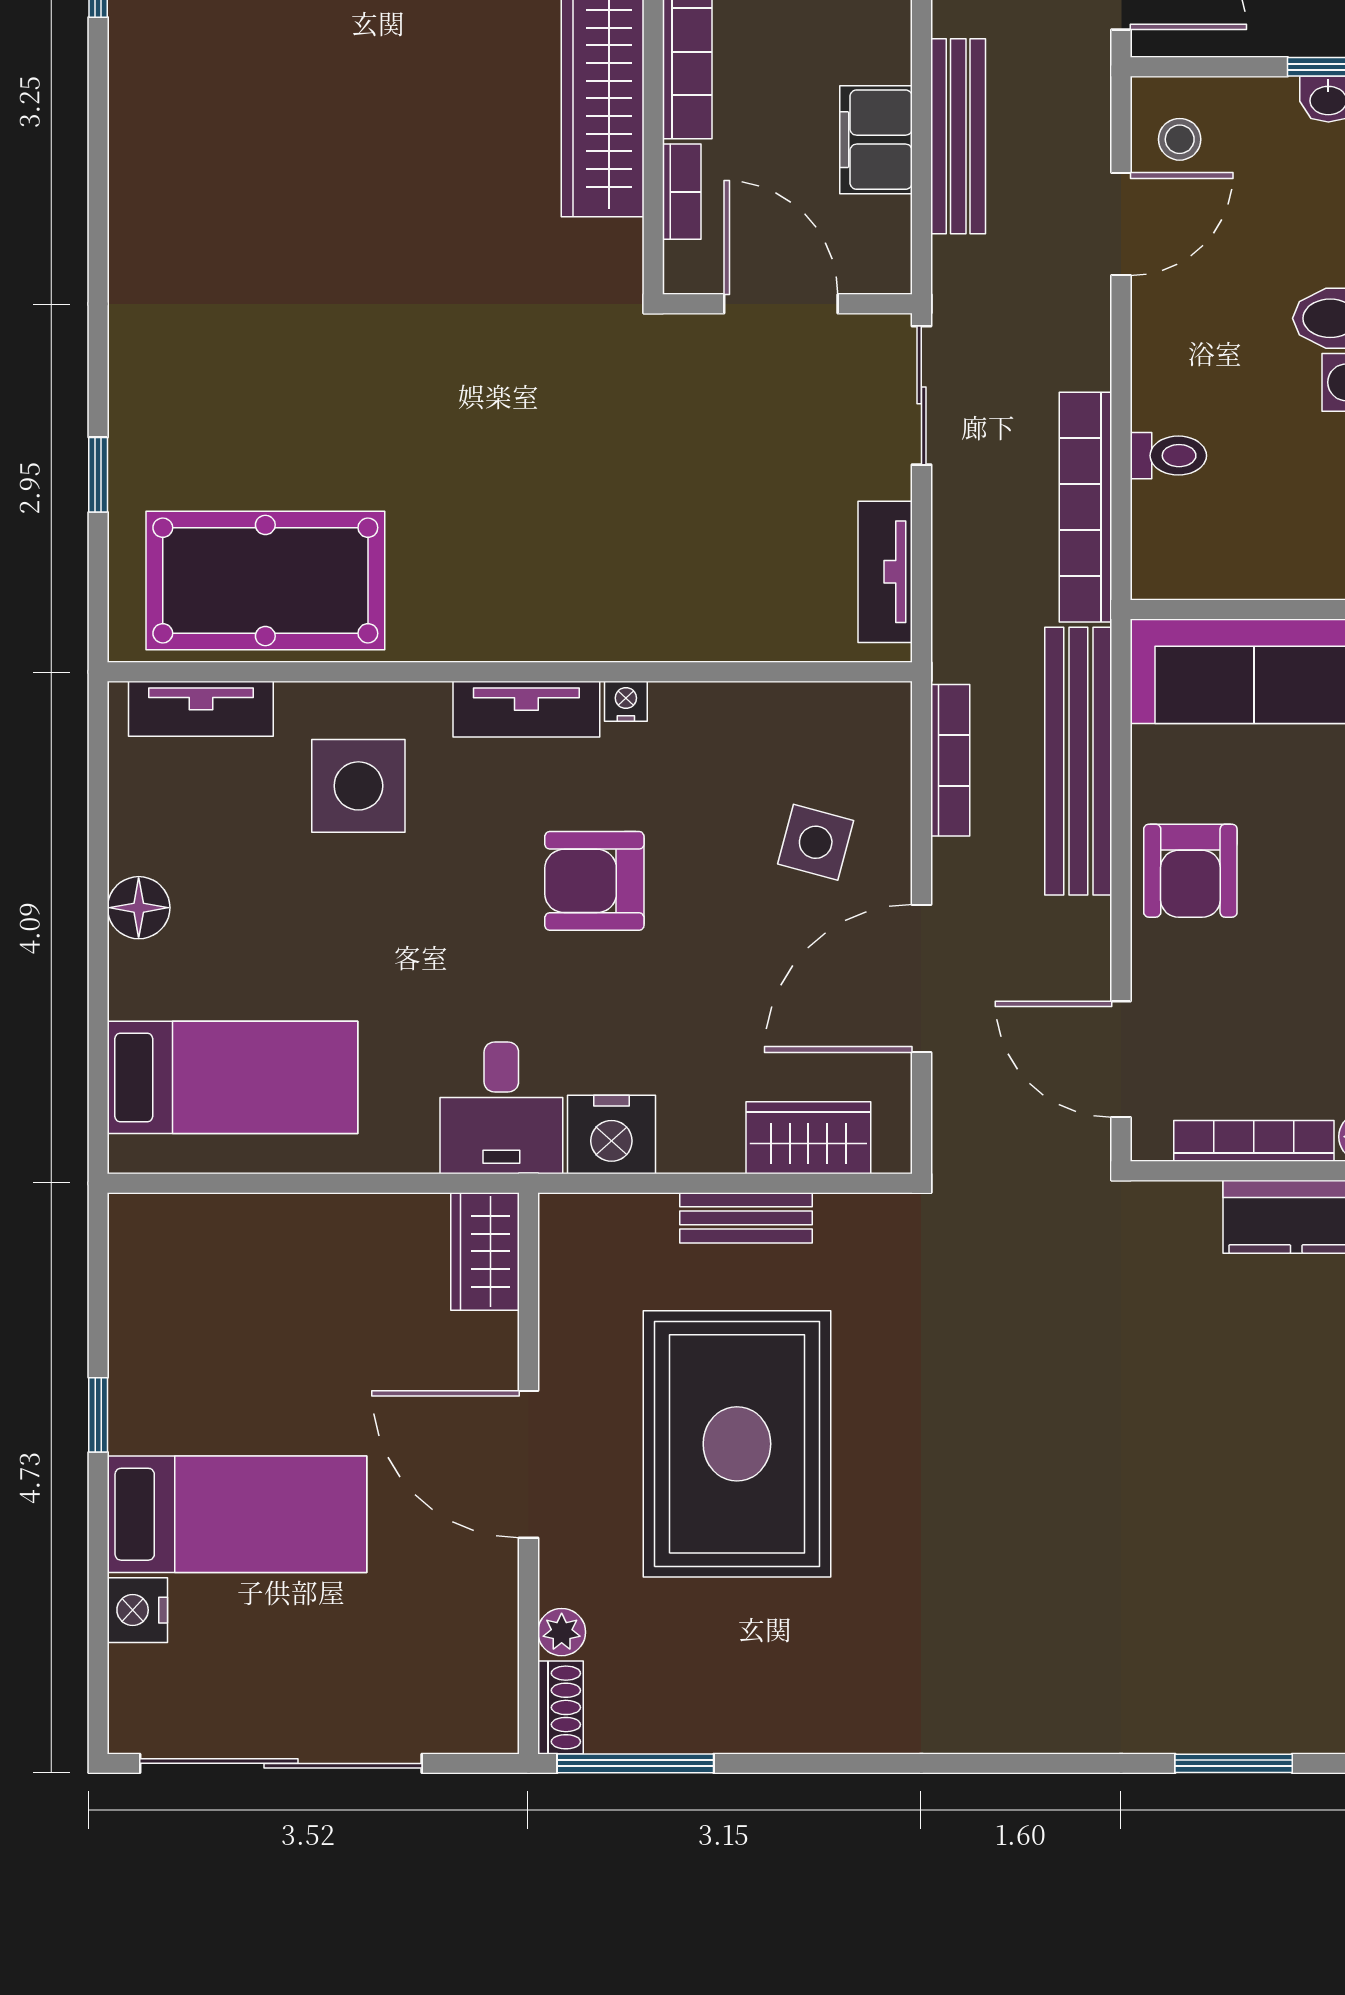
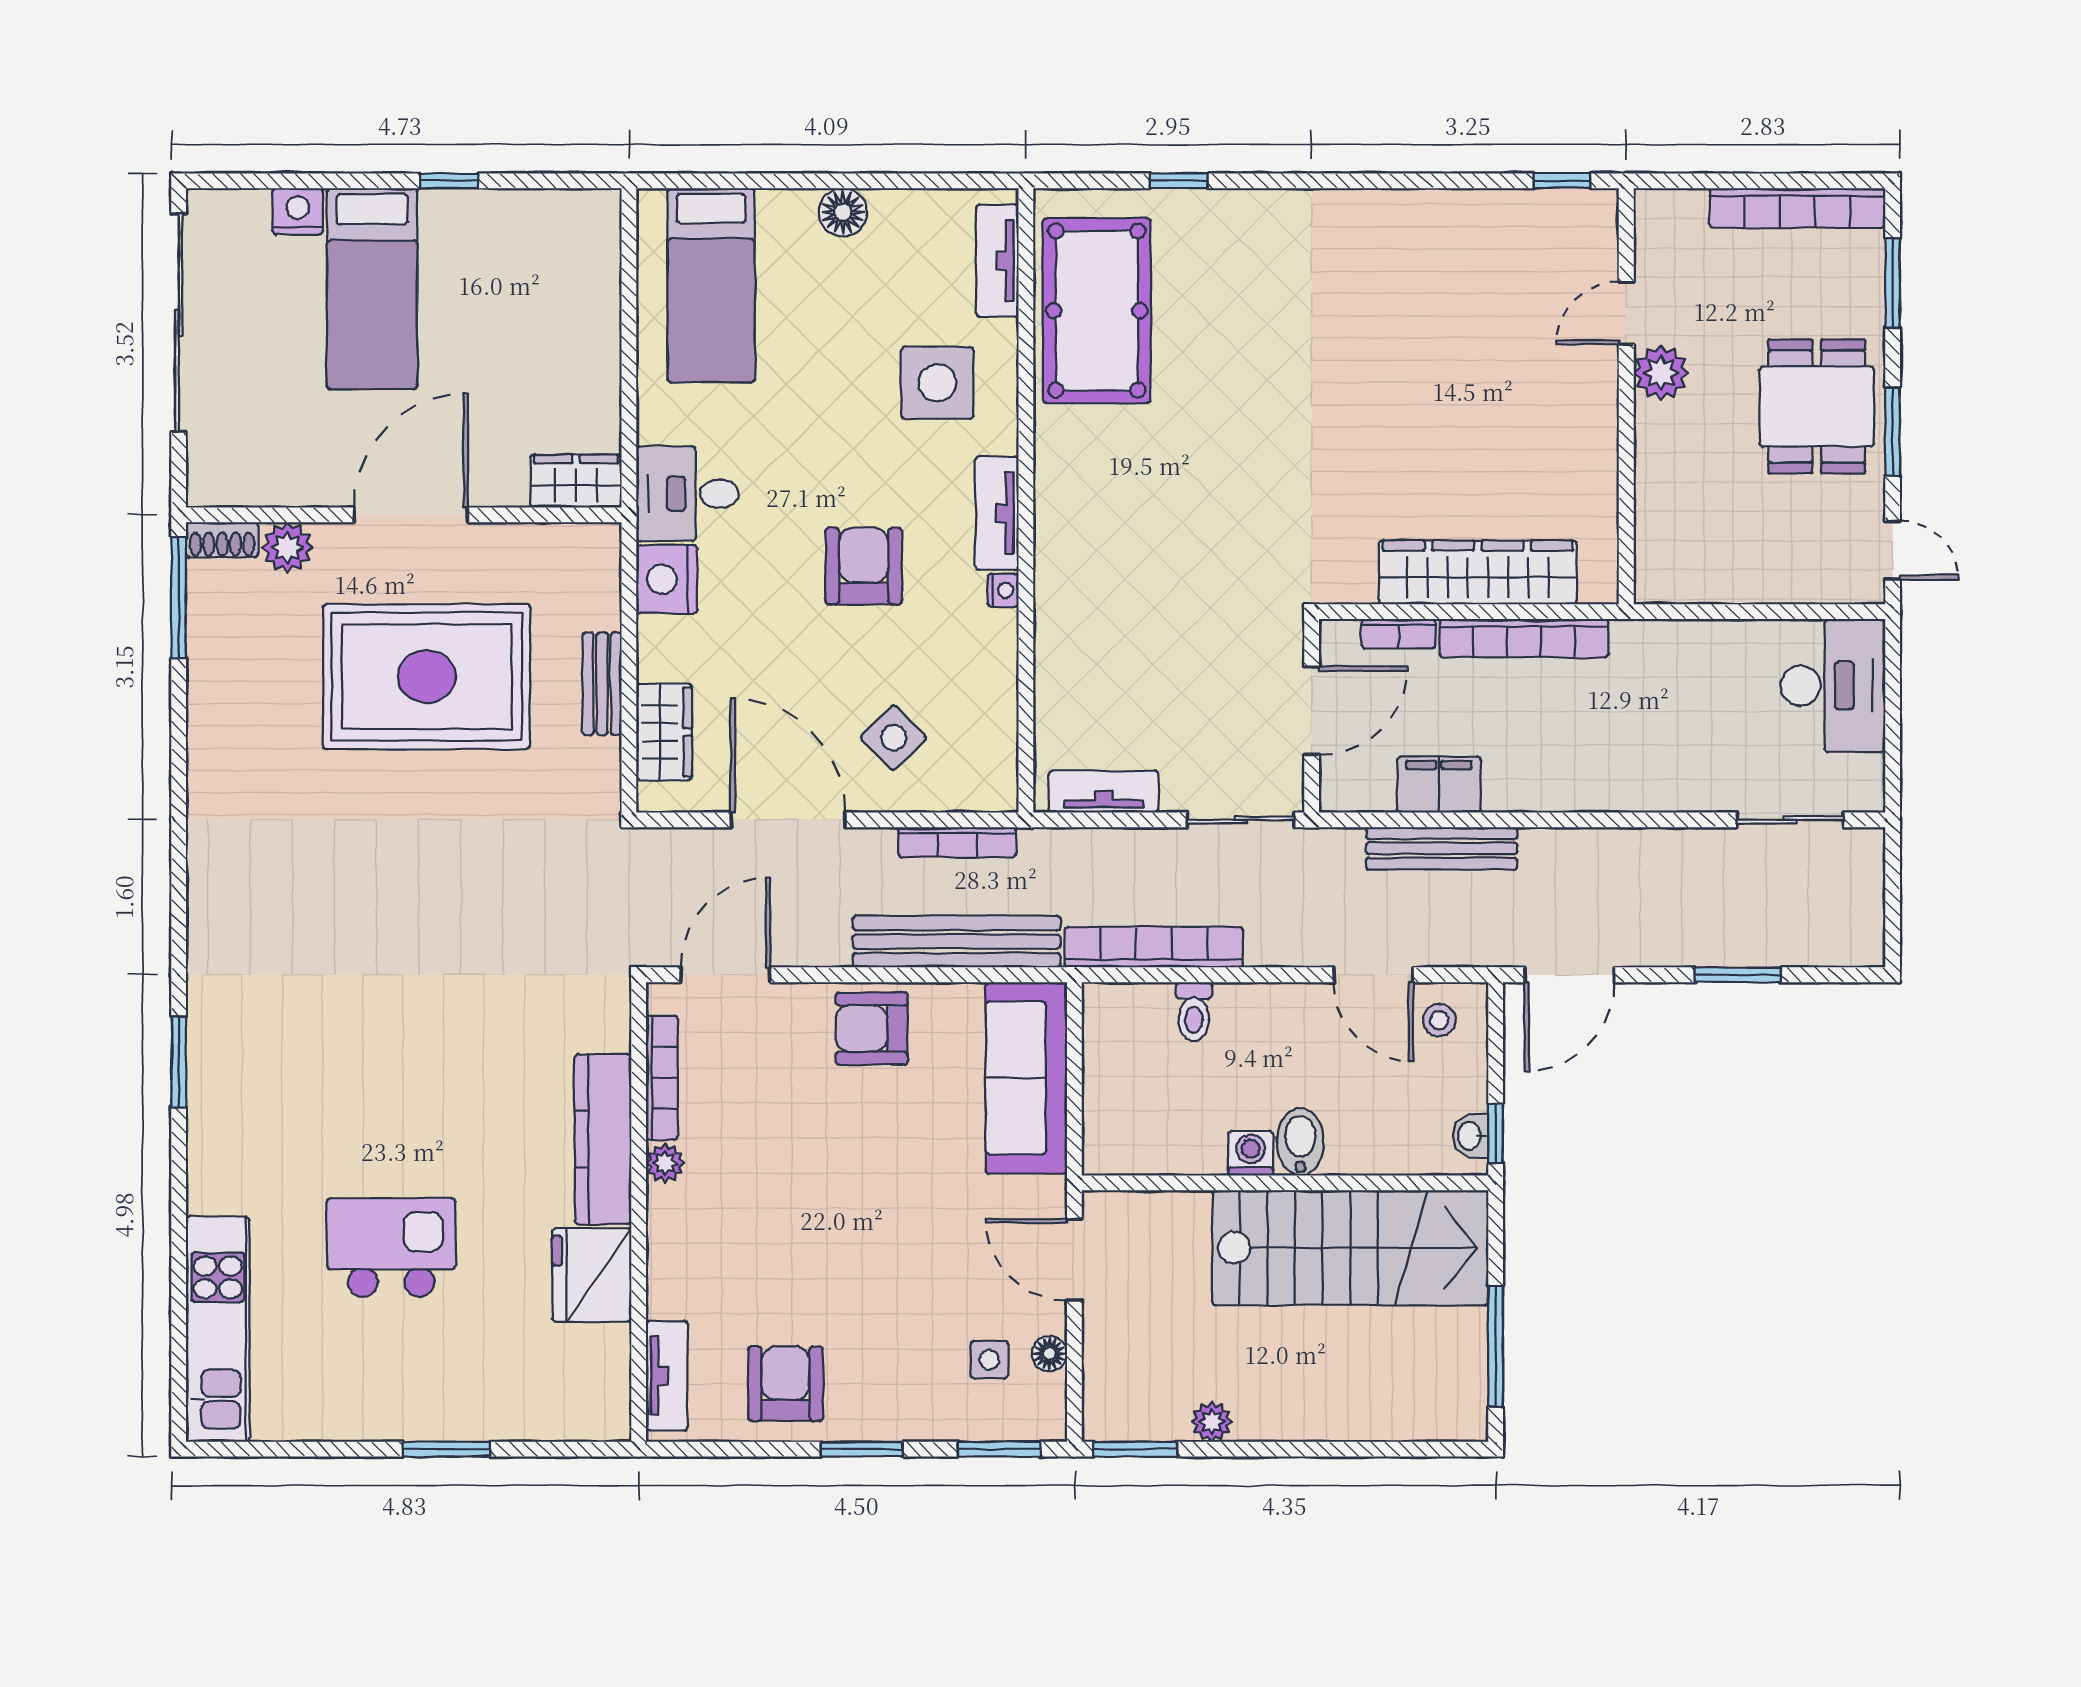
side table: (816, 842) -> (894, 738), turned 31
plant: (562, 1632) -> (288, 547), width x1.38, depth x1.38

